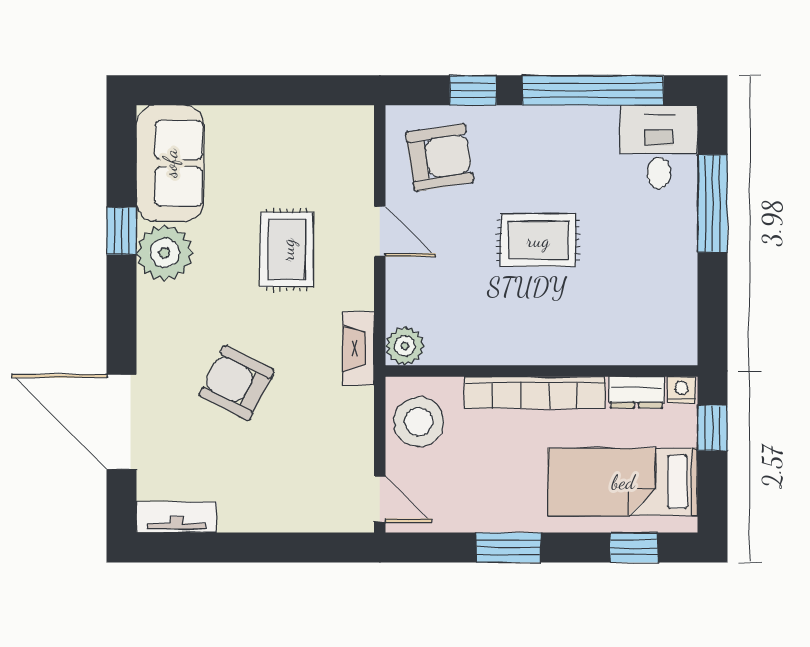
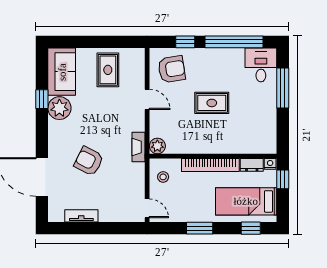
rug: (287, 250) -> (108, 70), moved
stool: (419, 422) -> (163, 177), width x0.53, depth x0.53
tv unit: (177, 517) -> (81, 216), moved

